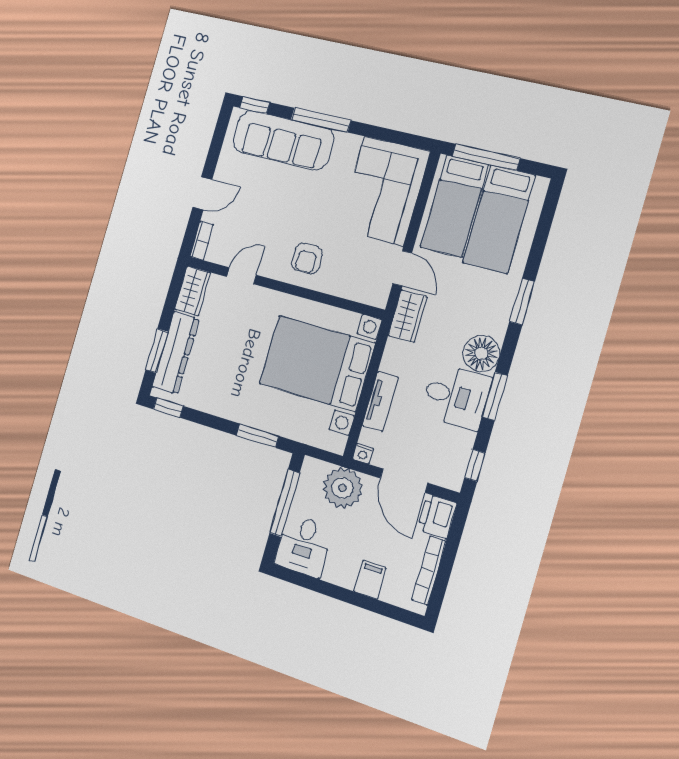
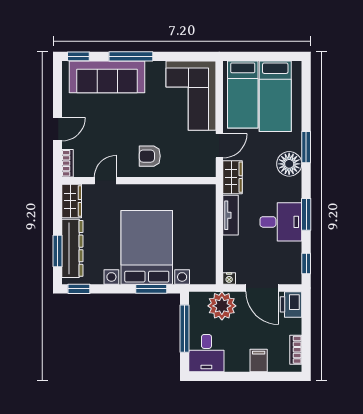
window: (486, 157) -> (255, 56), removed
armchair: (307, 258) -> (150, 156), turned 90
door: (402, 268) -> (219, 146), hinge flipped
floor lamp: (481, 354) -> (289, 164), moved
bed with nightstands: (317, 363) -> (147, 247), moved, turned 90
tv unit: (380, 401) -> (231, 215), moved
bookcase: (429, 571) -> (296, 350), width x0.64

